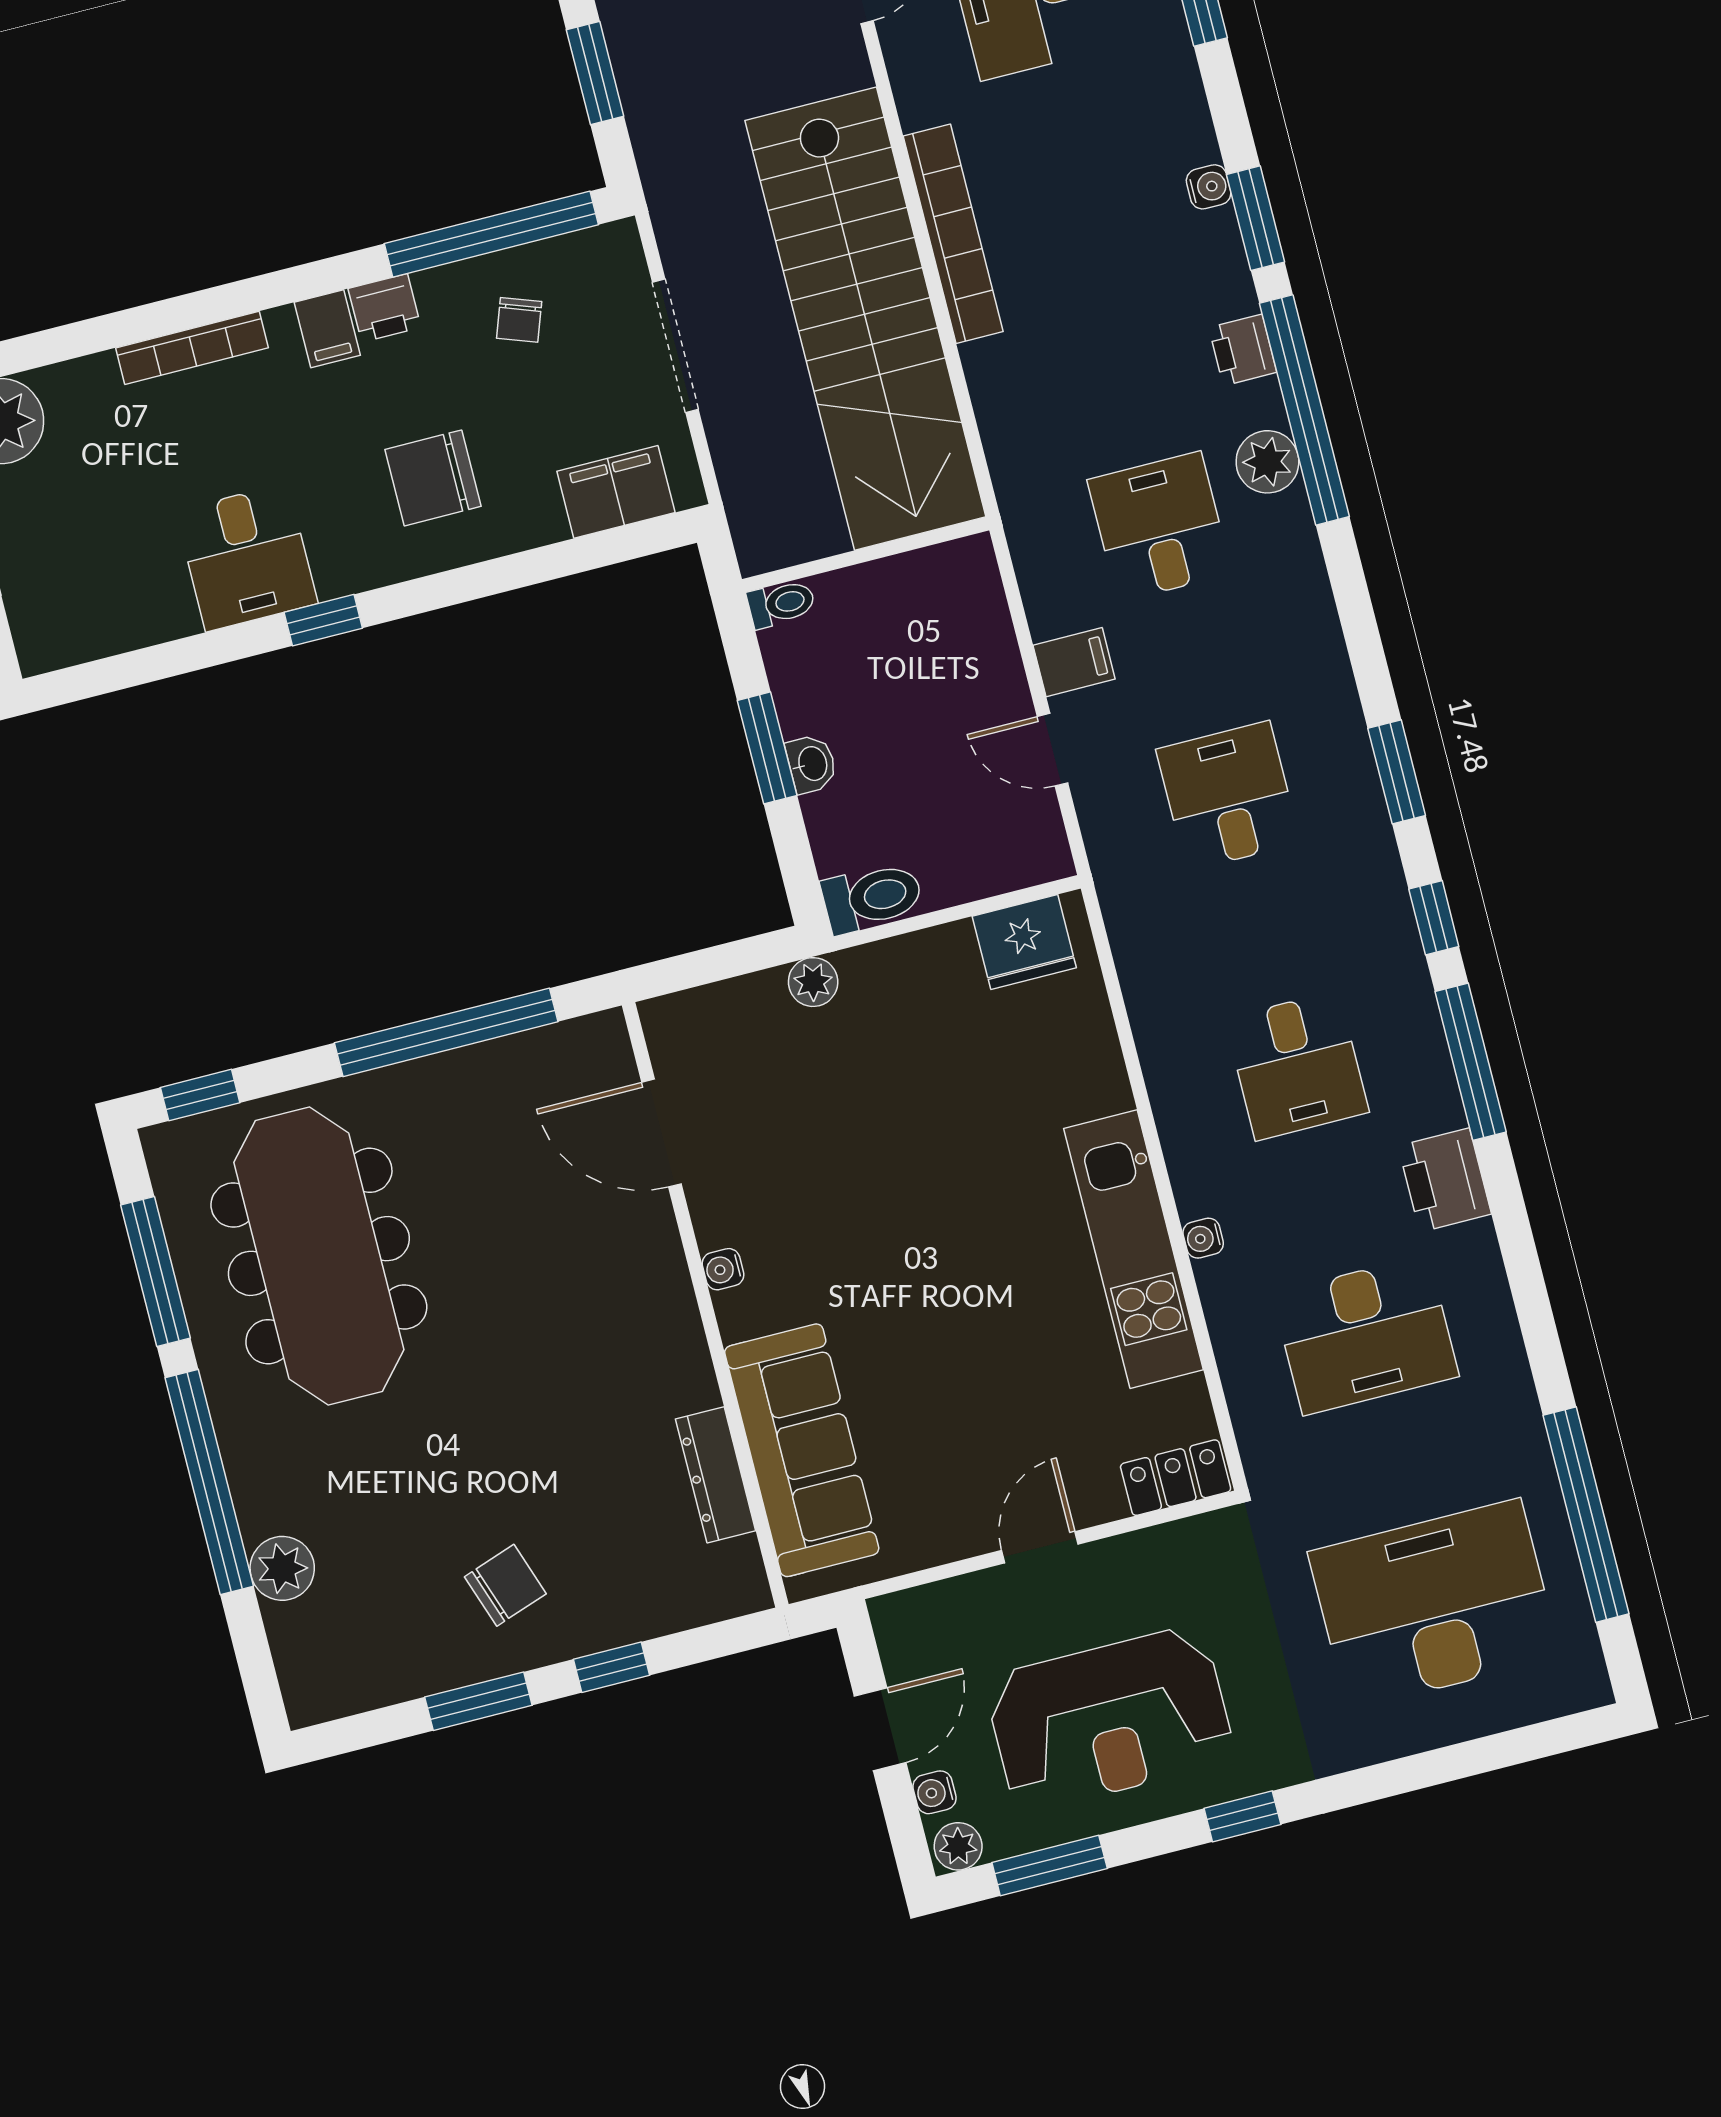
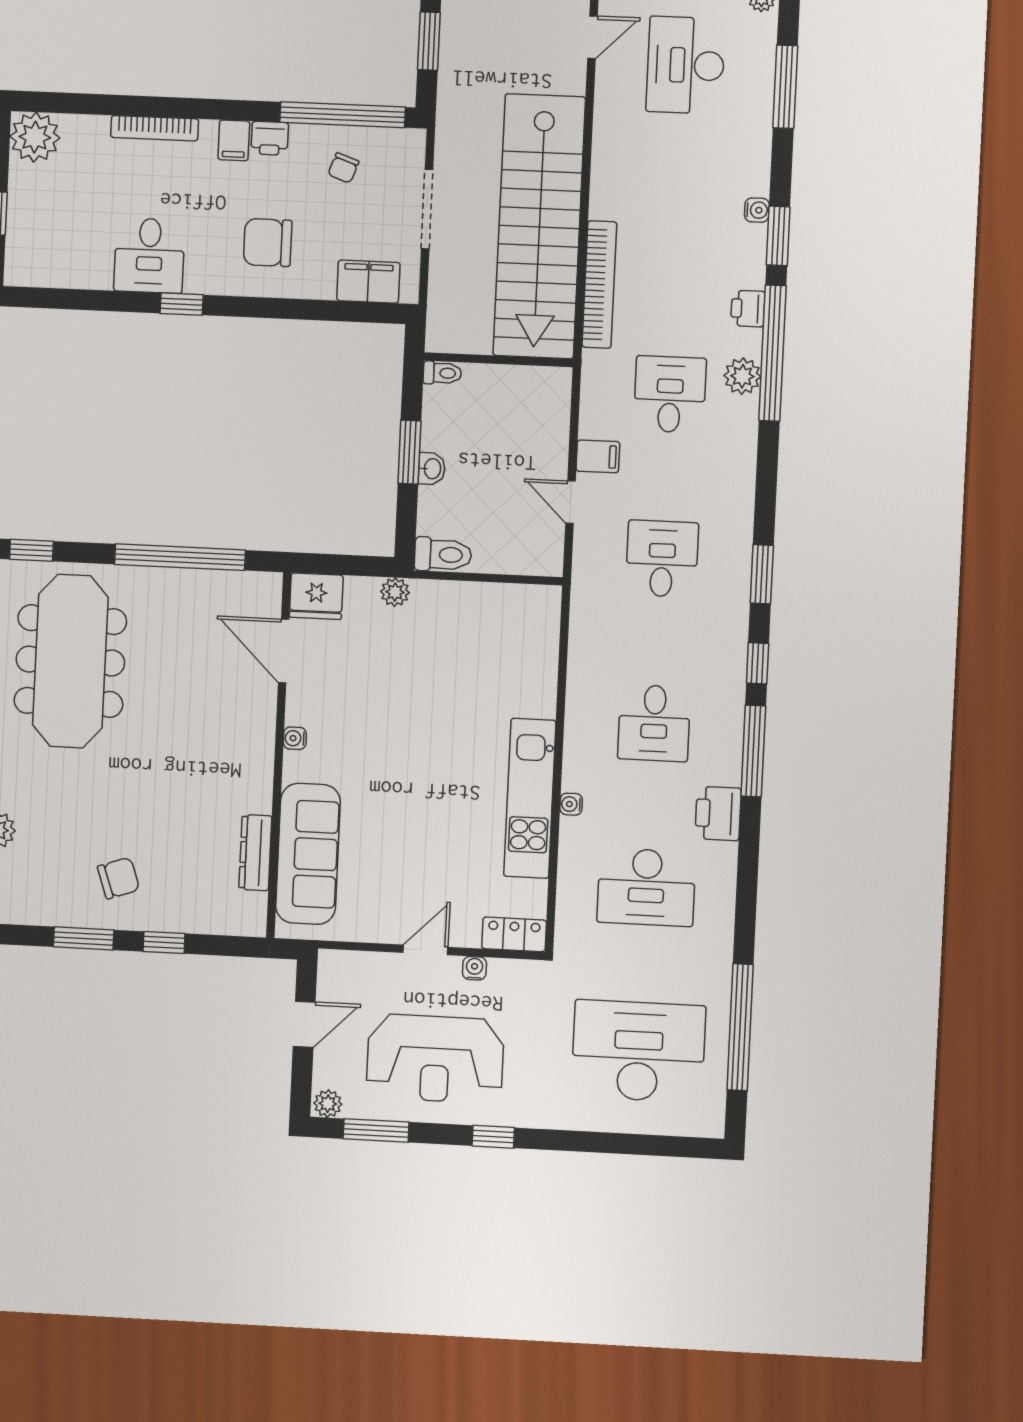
bookcase: (953, 234) -> (599, 285), moved
fridge: (1024, 942) -> (316, 596), moved
water cooler: (935, 1792) -> (474, 968), moved, turned 90

